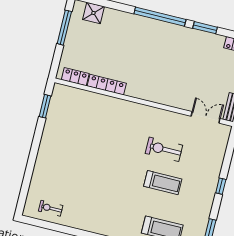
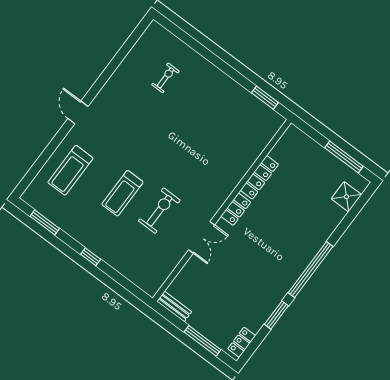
locker: (75, 77) -> (236, 209), moved
double door: (206, 117) -> (202, 237), moved
exercise bike: (51, 208) -> (165, 78), moved

